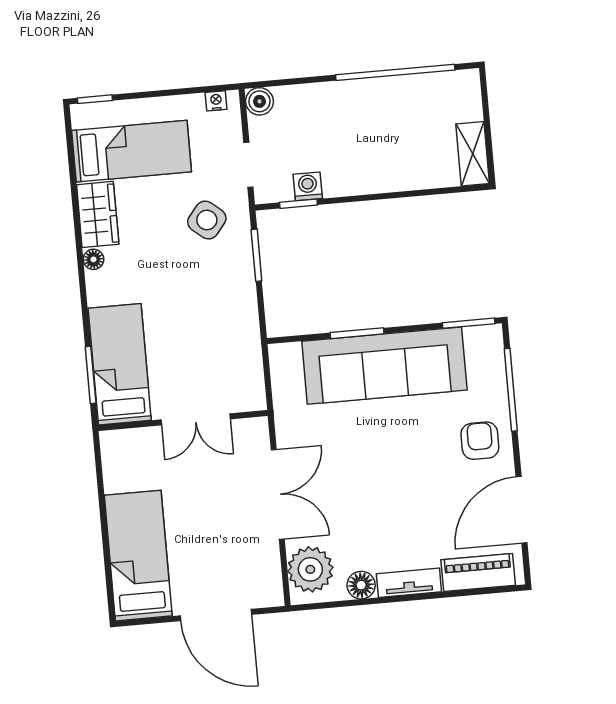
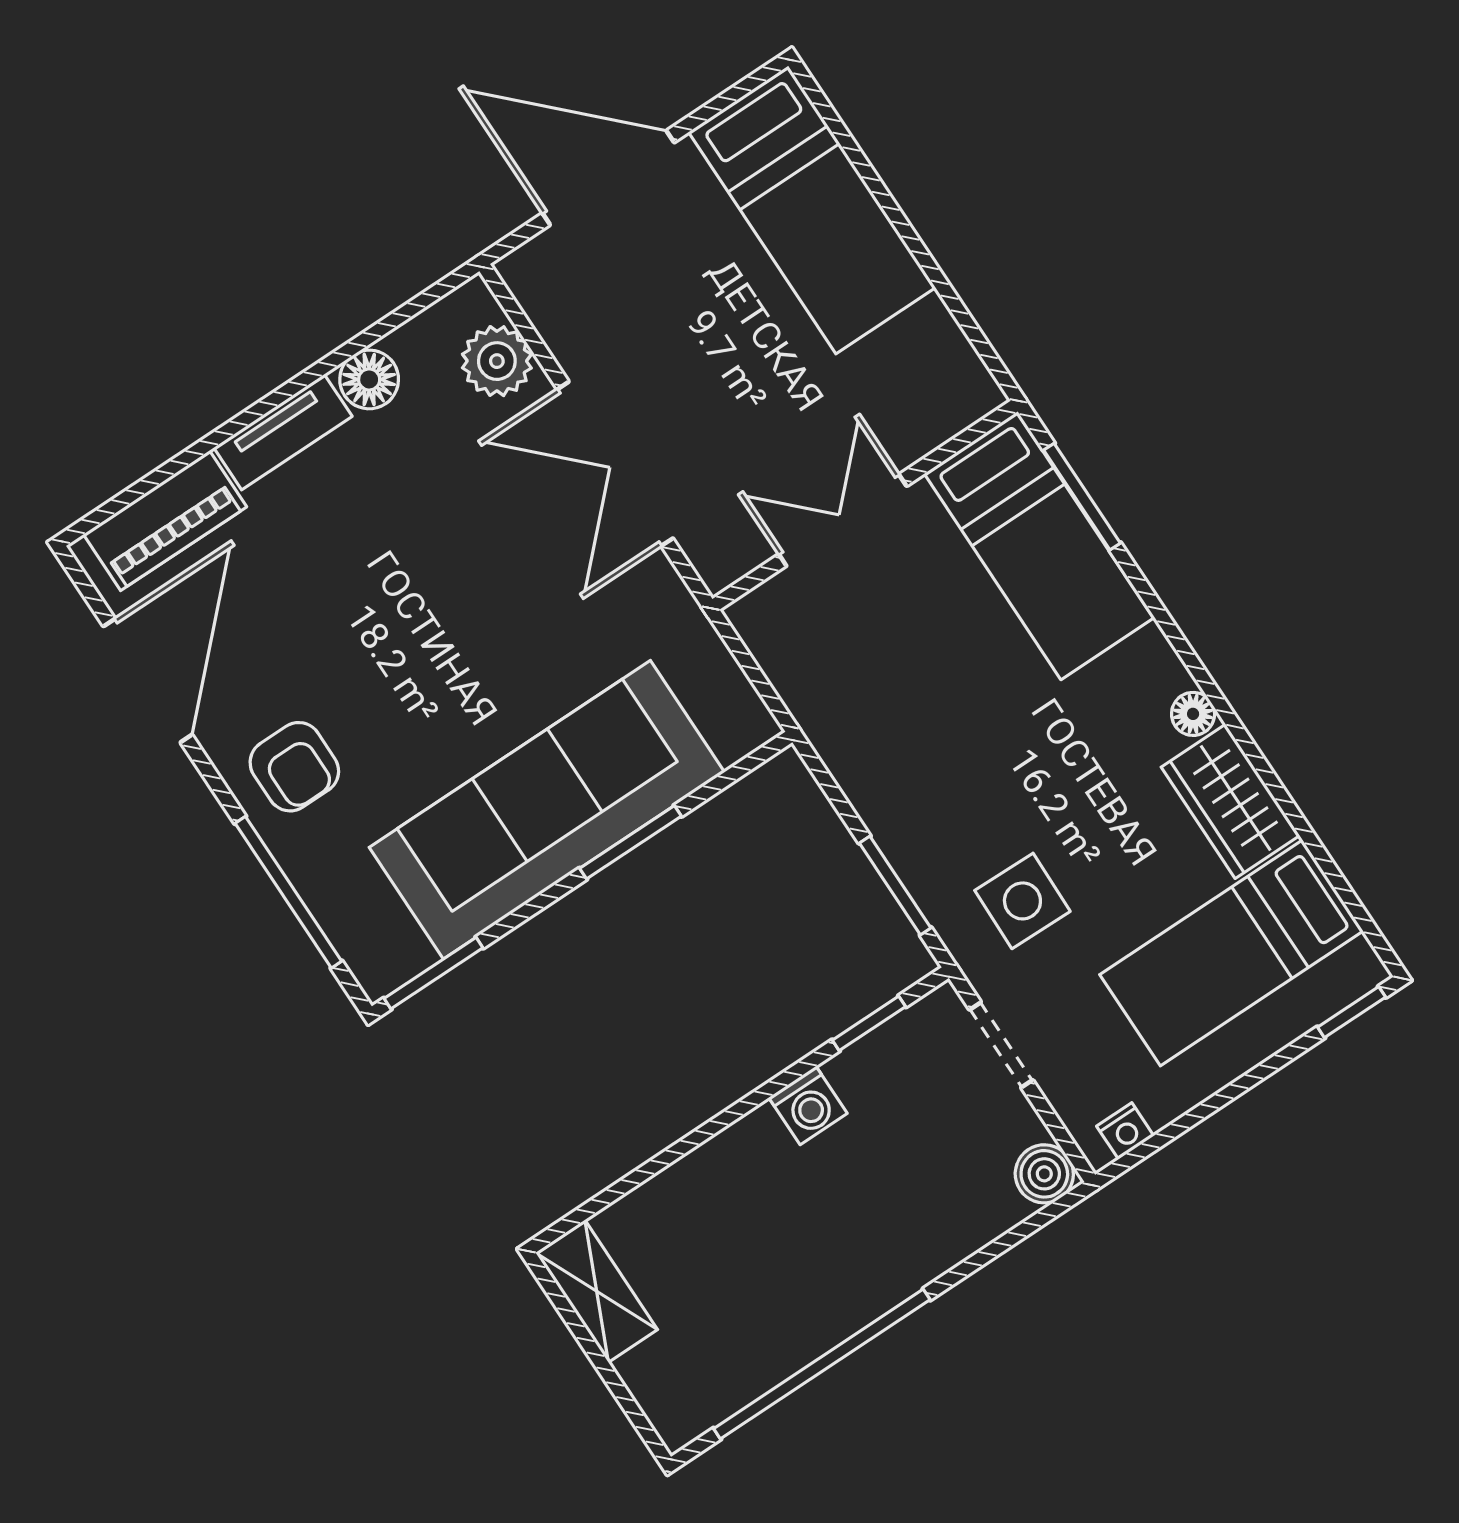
washing machine: (308, 186) -> (808, 1106), moved
side table: (207, 220) -> (1022, 901), turned -38
plant: (310, 569) -> (497, 361), width x0.73, depth x0.73

